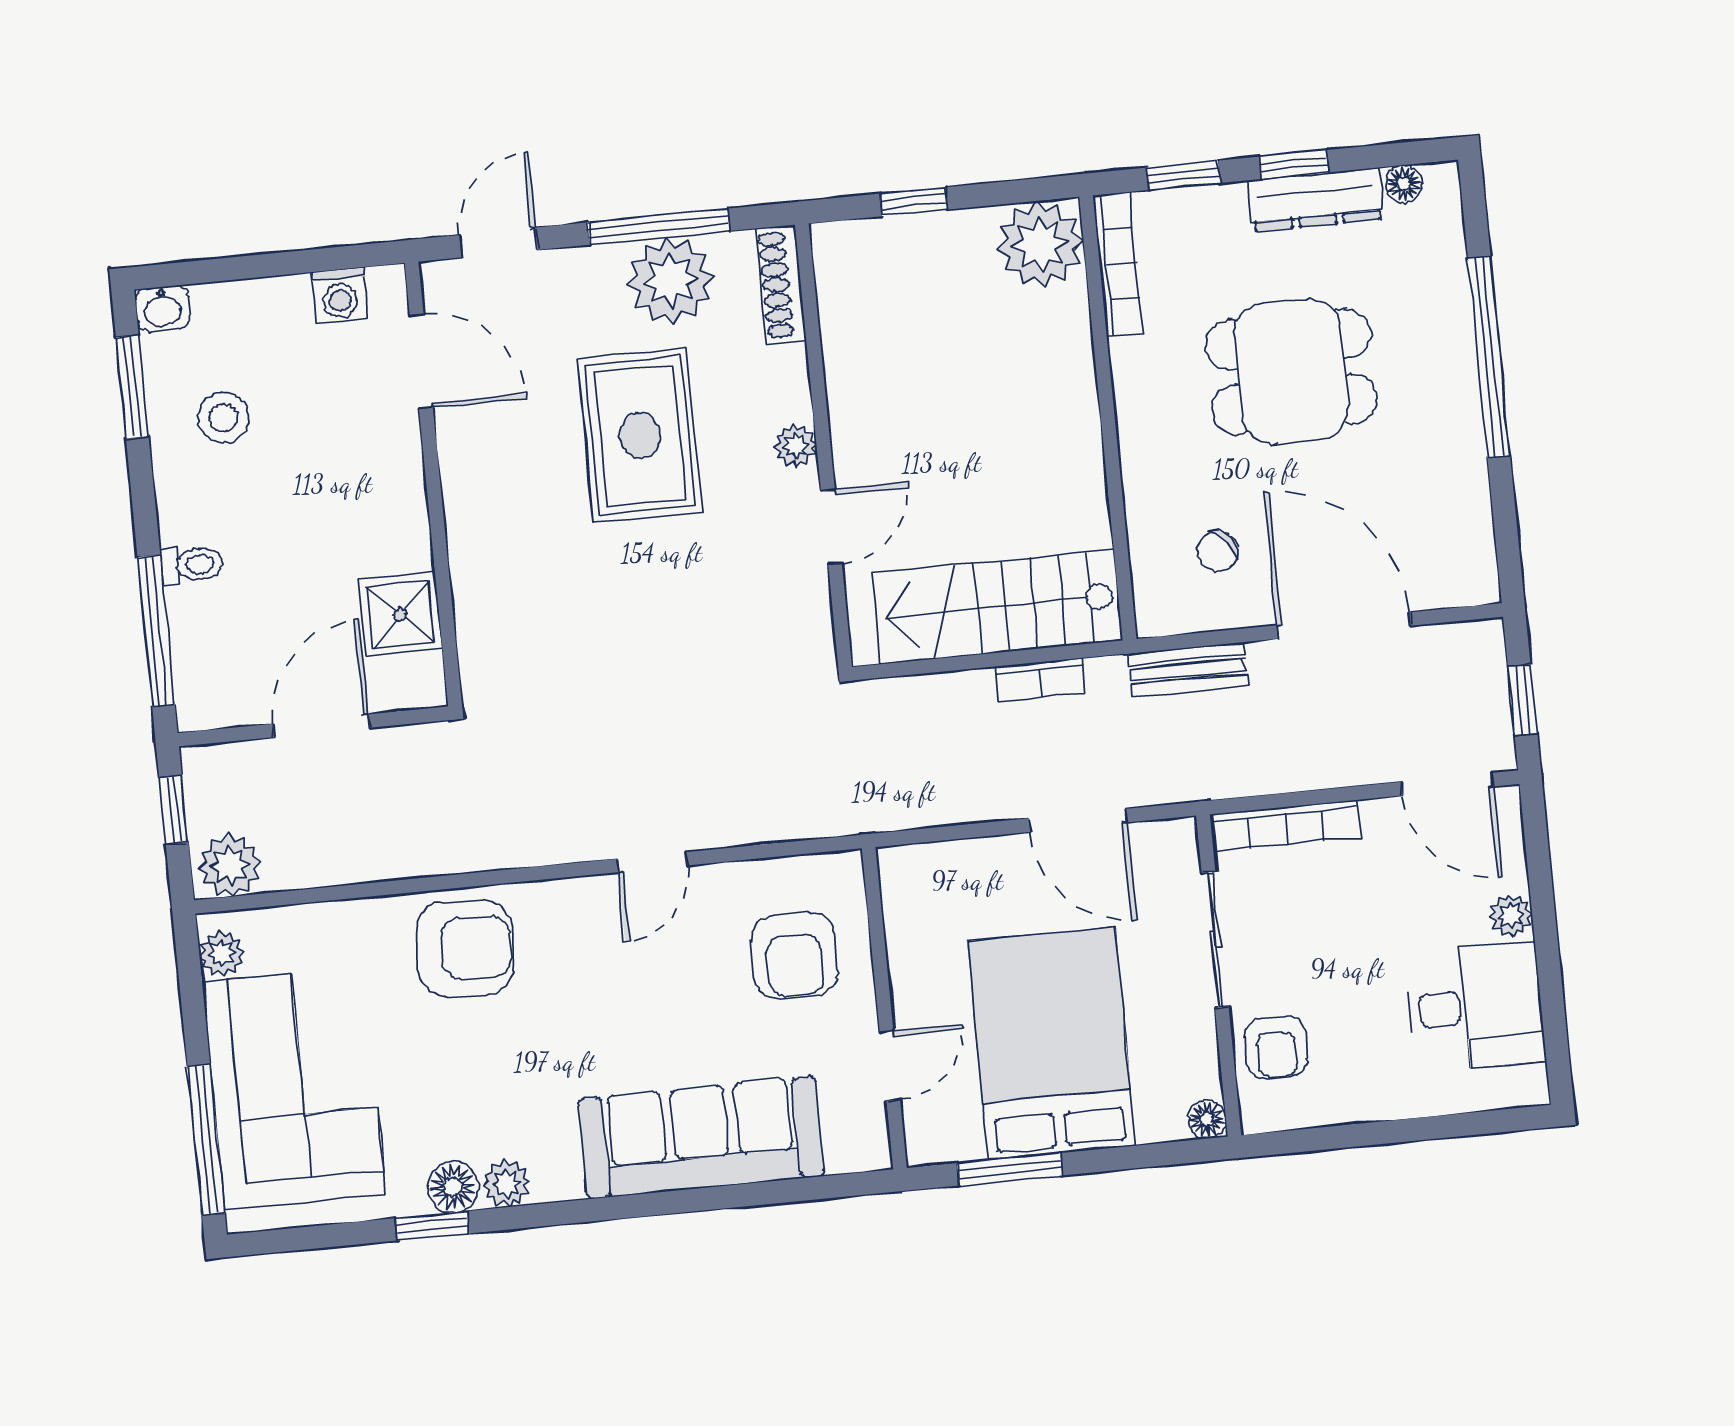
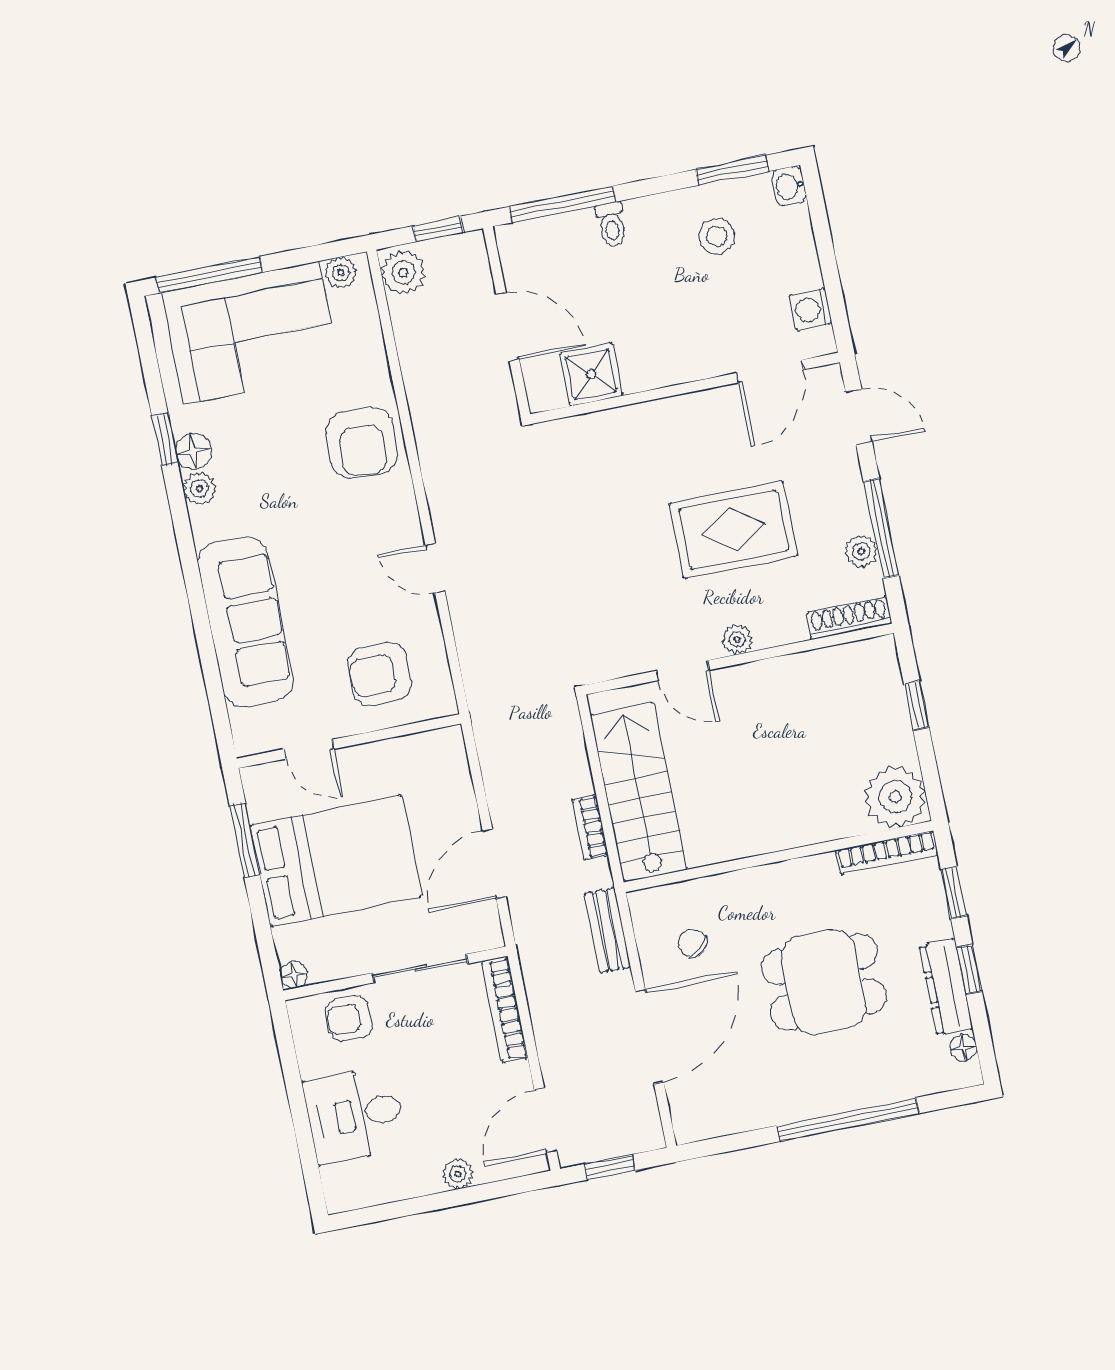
plant: (670, 280) -> (861, 551), width x0.53, depth x0.53
dining table: (1291, 372) -> (824, 982), turned 90
desk: (1475, 1006) -> (355, 1115), moved, turned 90

